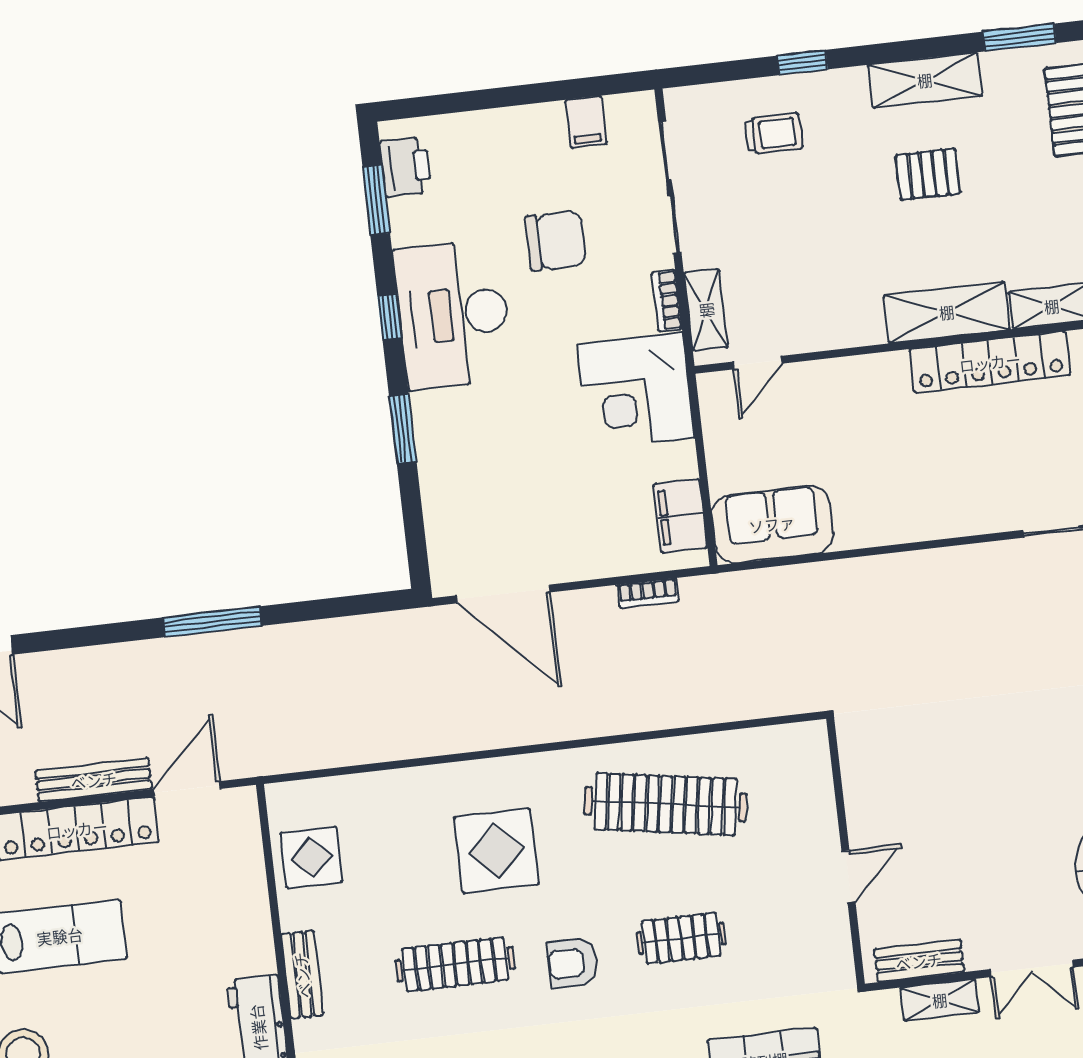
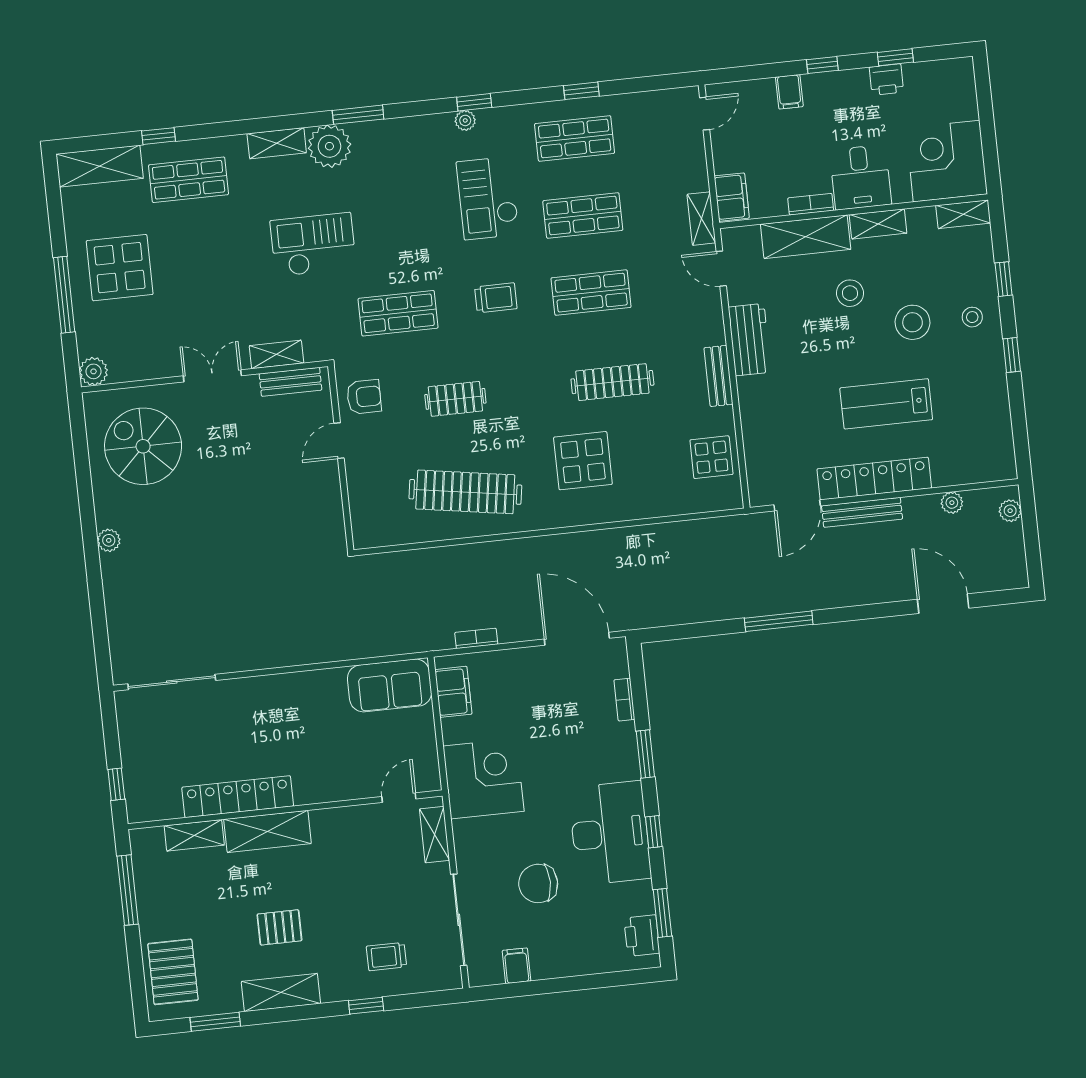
bookcase: (667, 301) -> (624, 700), moved, turned 180
armchair: (573, 963) -> (364, 397), moved

